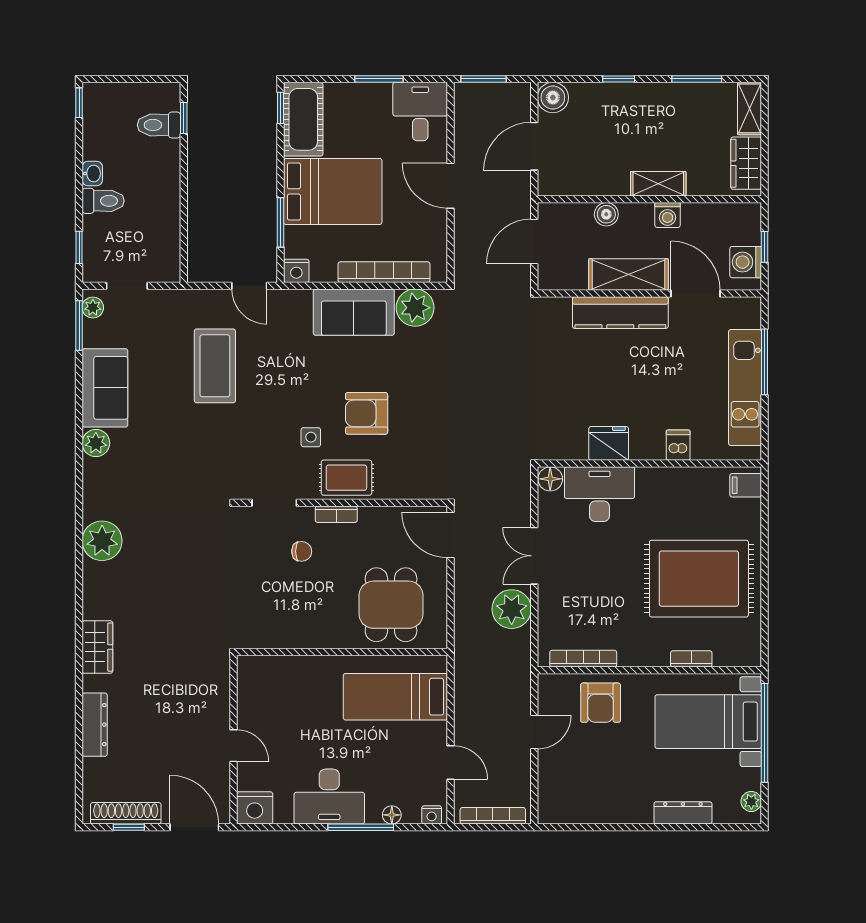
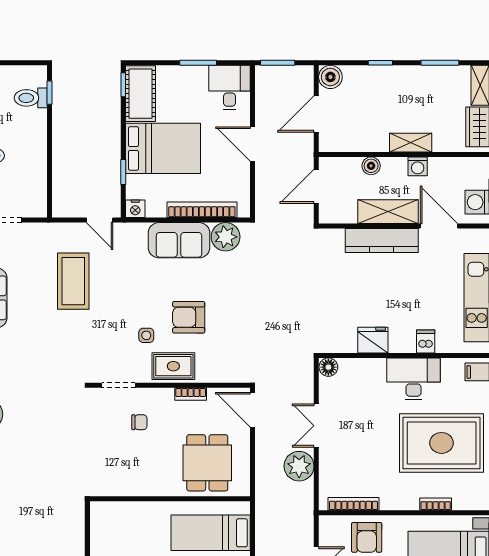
window: (280, 222) -> (123, 172), width x0.67
desk: (600, 494) -> (414, 379), moved
bookcase: (336, 514) -> (191, 394), moved

